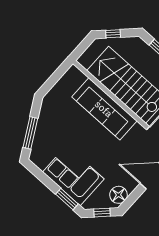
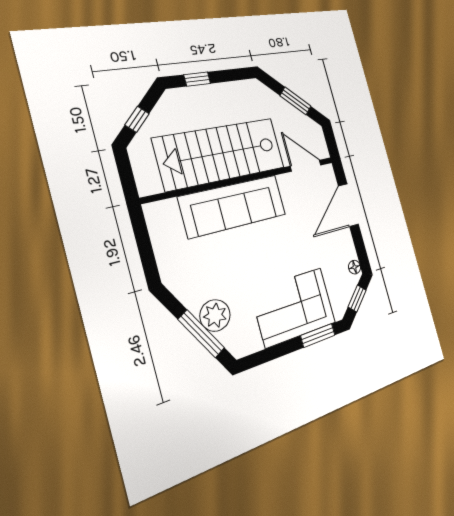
plant: (43, 134) -> (215, 315), added
floor lamp: (118, 195) -> (355, 267), width x0.53, depth x0.53

